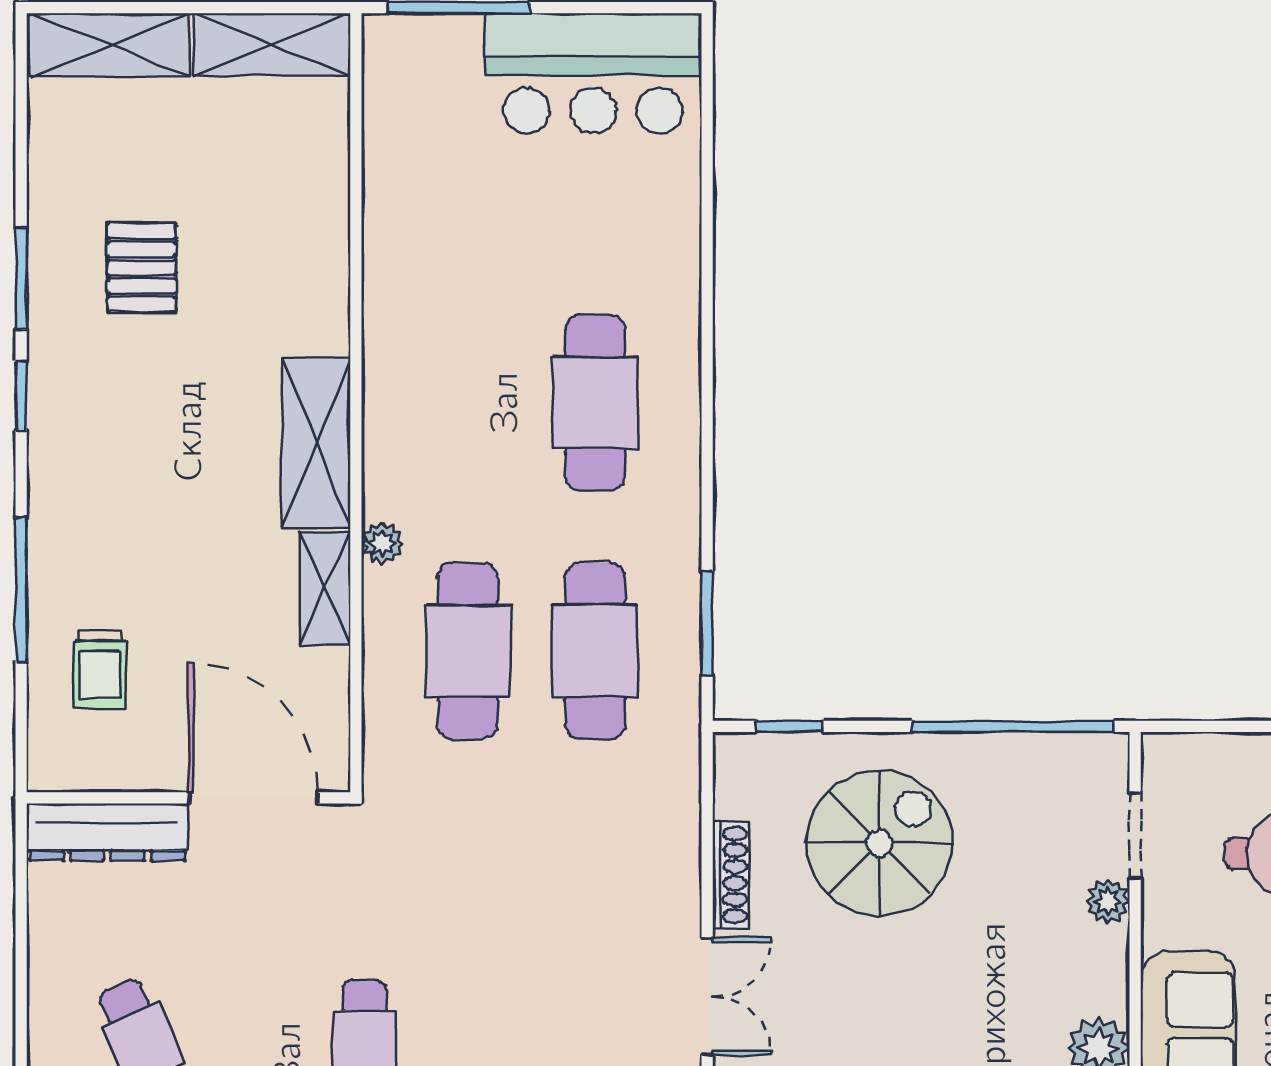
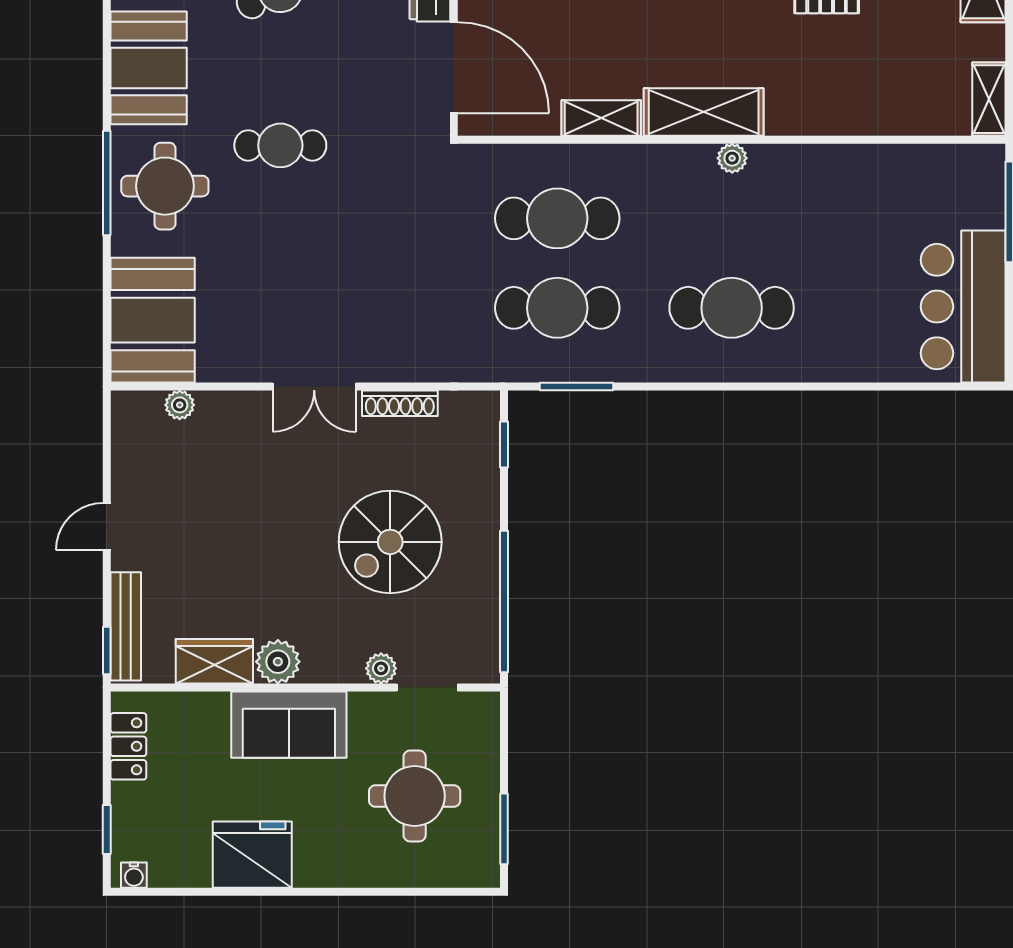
shelving: (272, 44) -> (989, 99), width x0.67, depth x0.75
plant: (382, 543) -> (732, 158), moved
door: (253, 798) -> (454, 68), hinge flipped
spiral stairs: (879, 843) -> (390, 542), moved, turned 90

